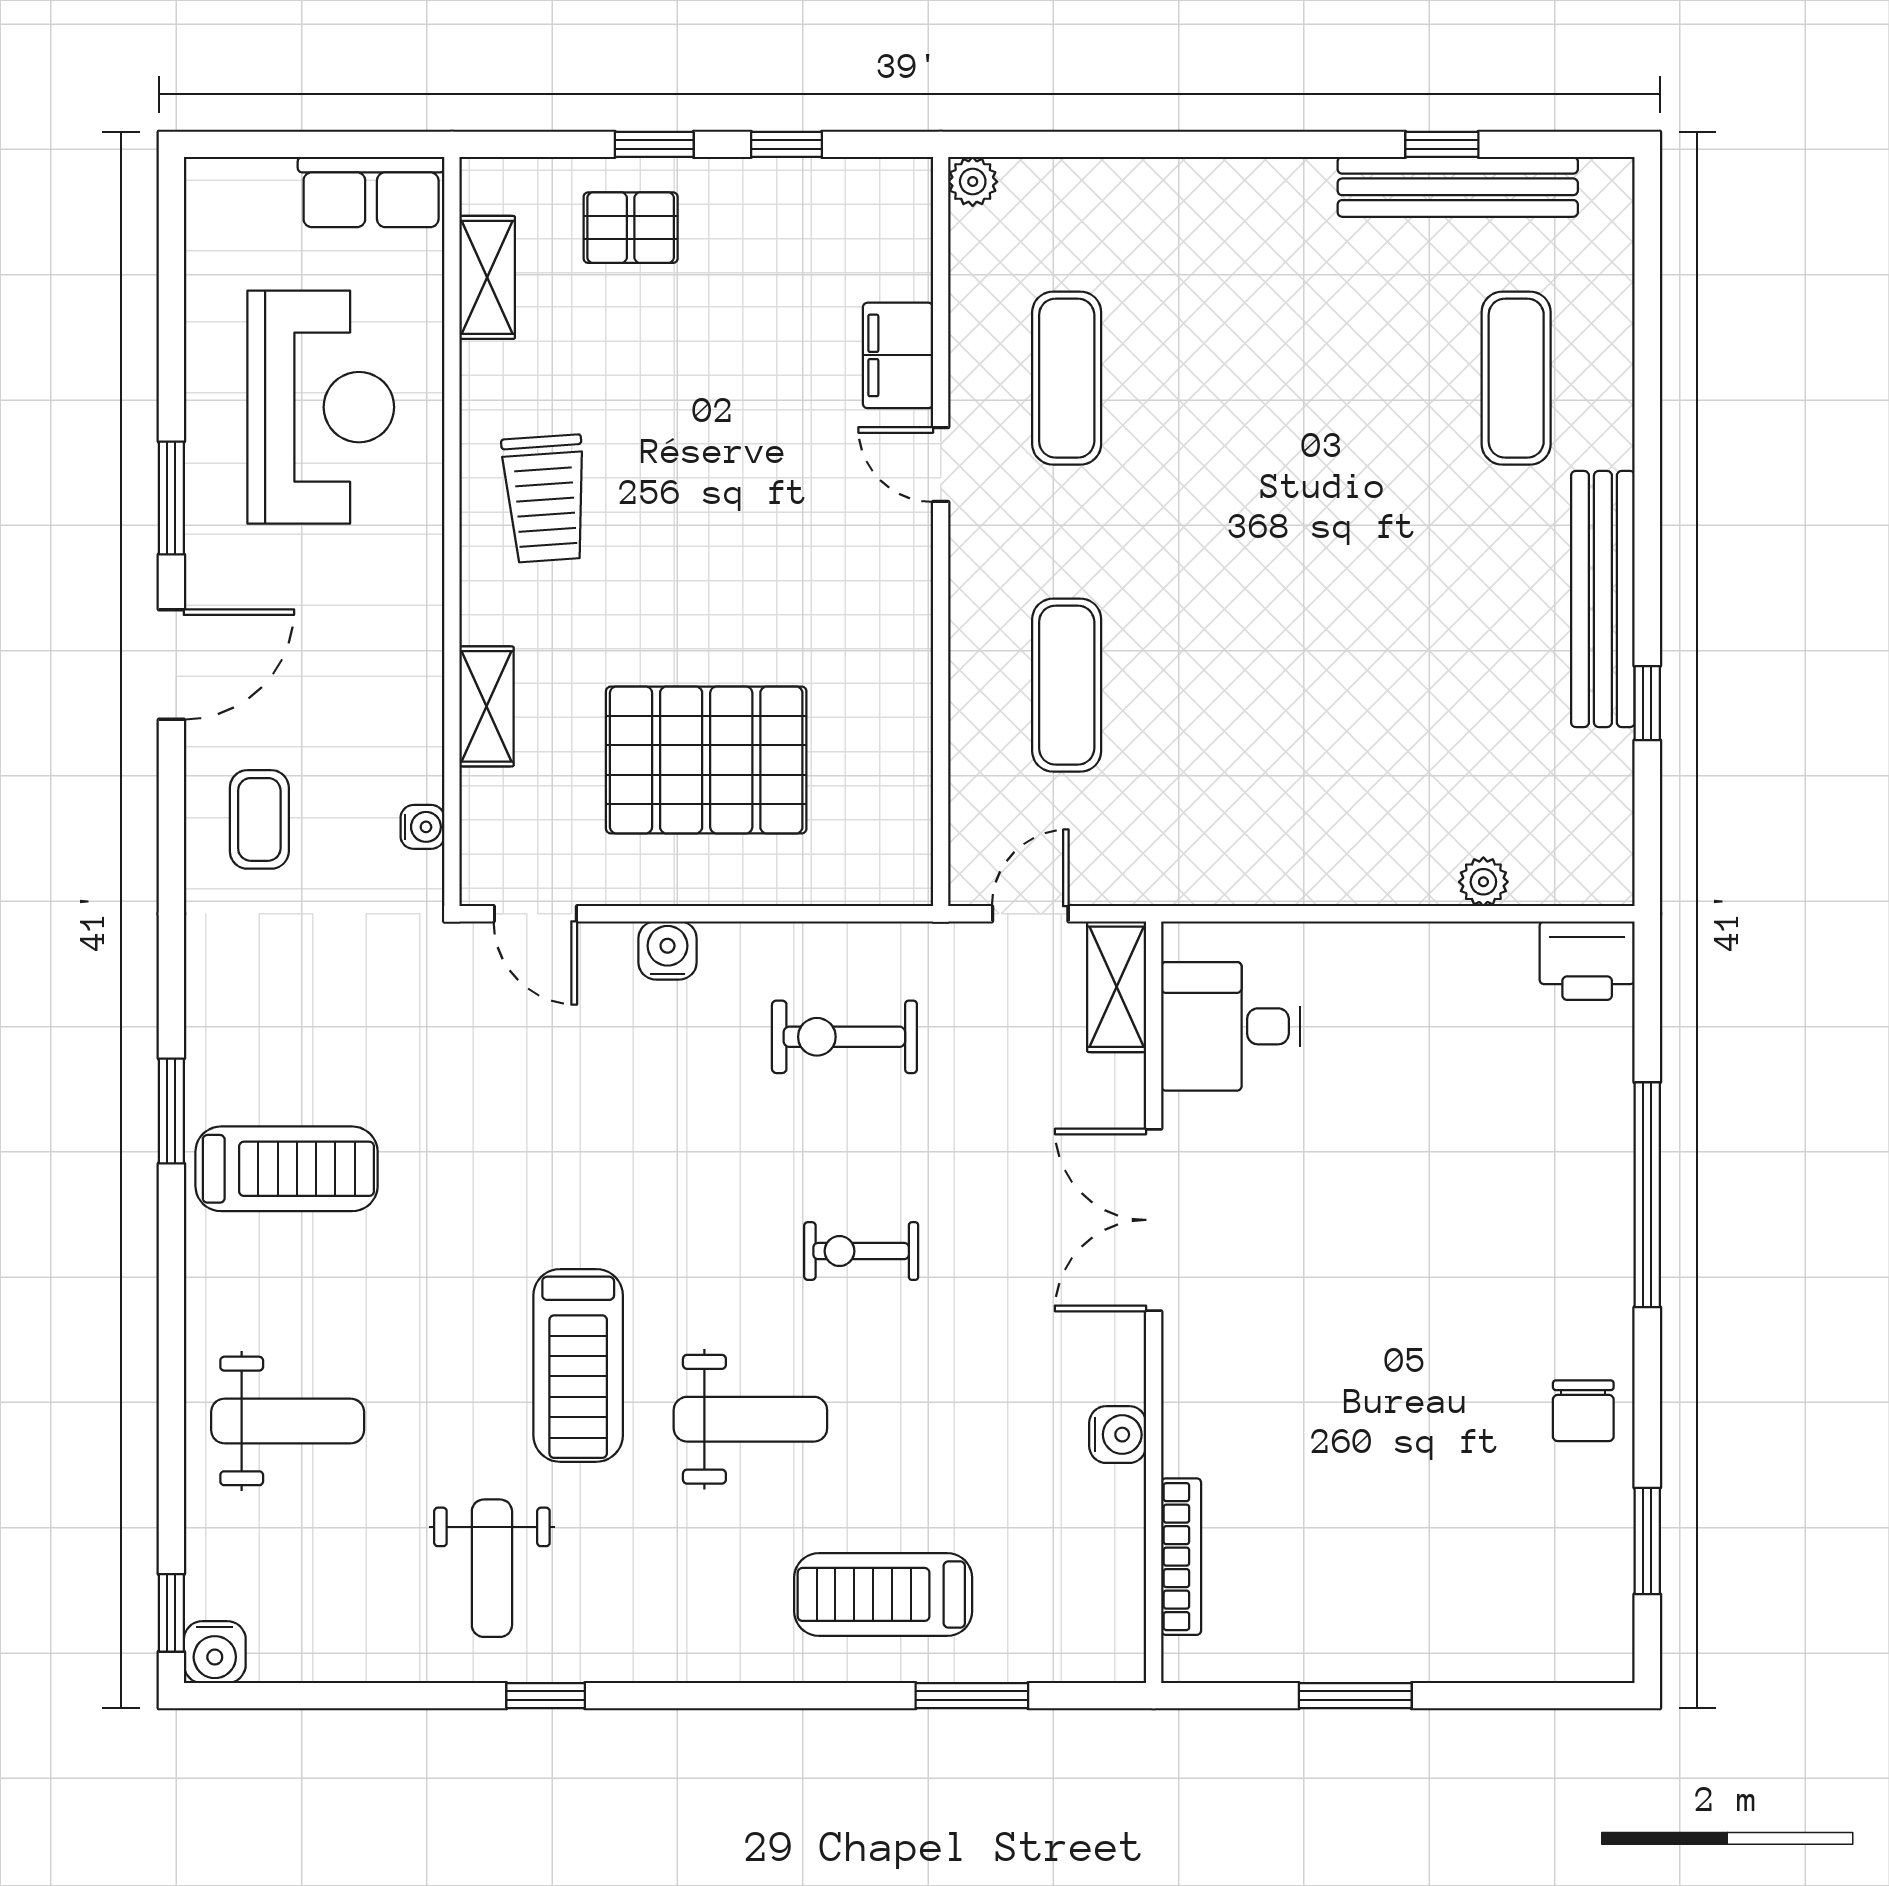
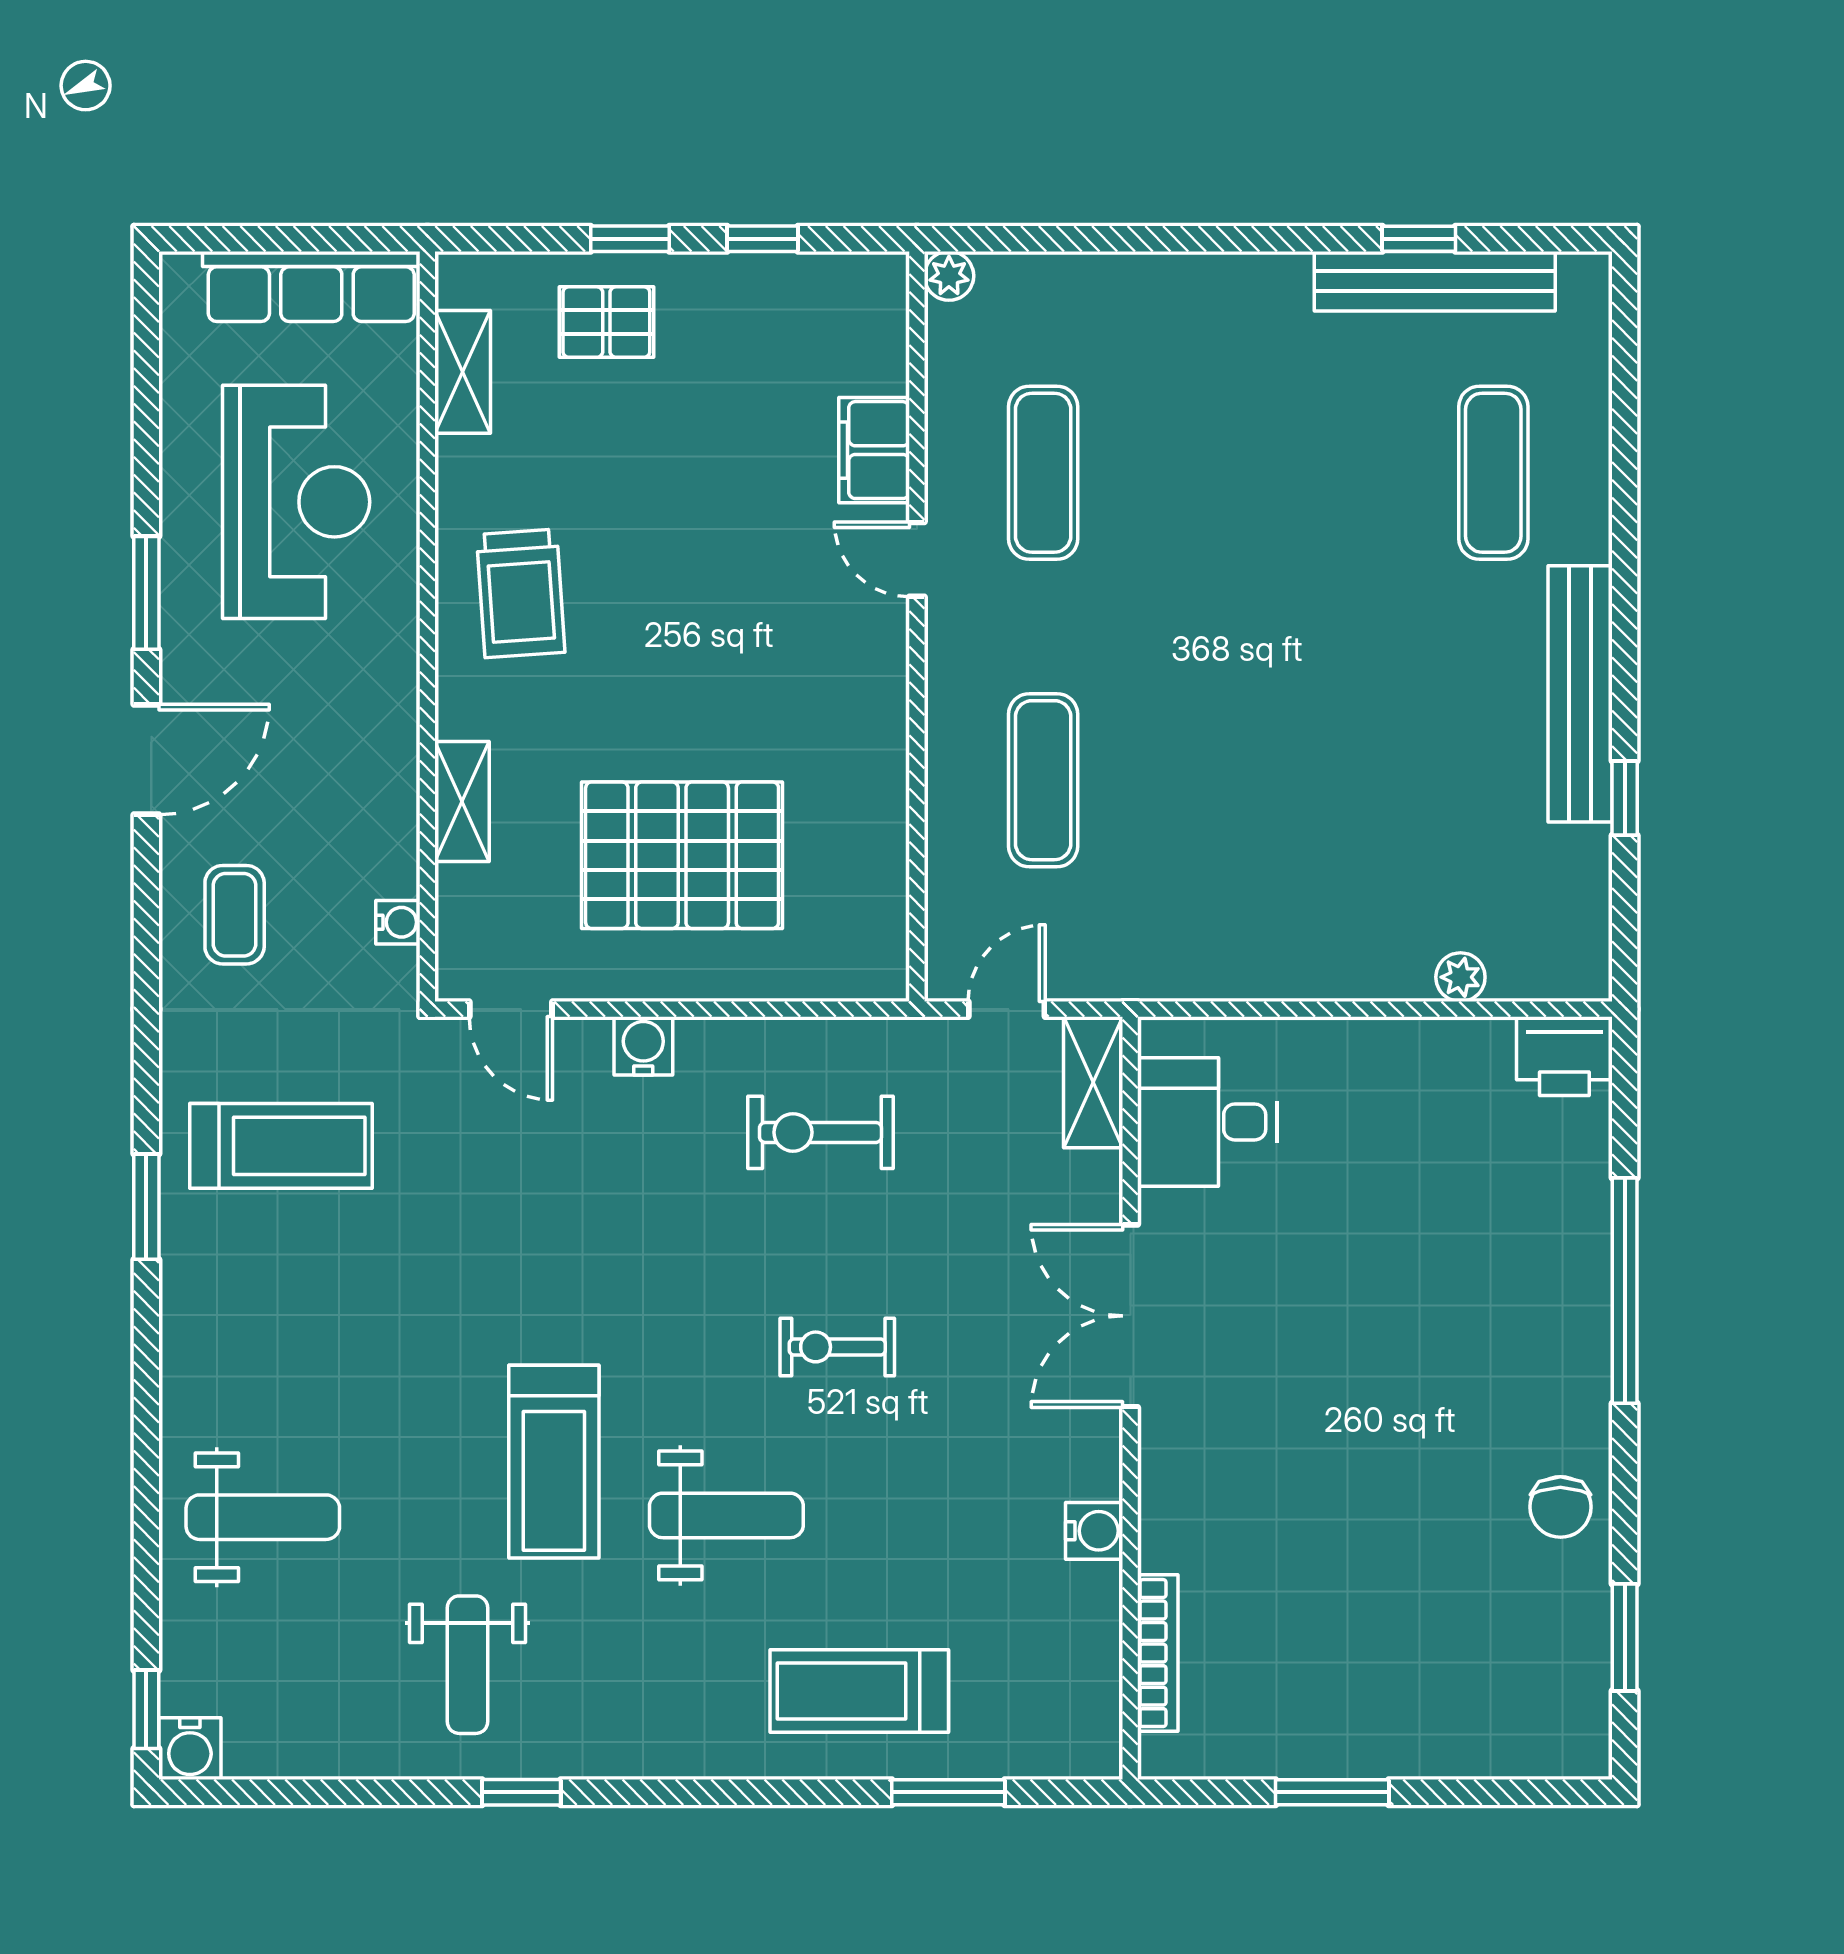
row of seats: (371, 192) -> (311, 286), width x1.48
treadmill: (287, 1169) -> (281, 1146), moved

